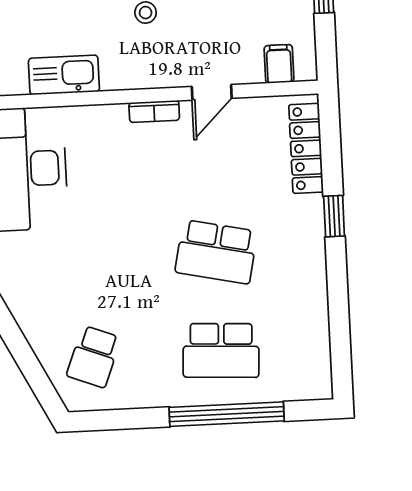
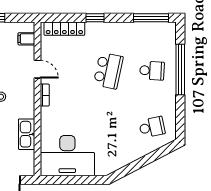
window: (340, 343) -> (151, 18), added
school desk: (221, 350) -> (152, 71), width x0.54
school desk: (94, 357) -> (152, 127), turned -33

